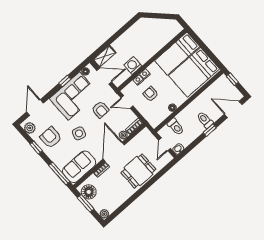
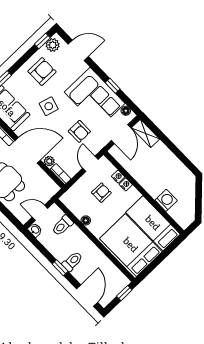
washing machine: (133, 65) -> (166, 200), moved
armchair: (100, 110) -> (79, 131), turned -90
window: (36, 148) -> (42, 41), moved

